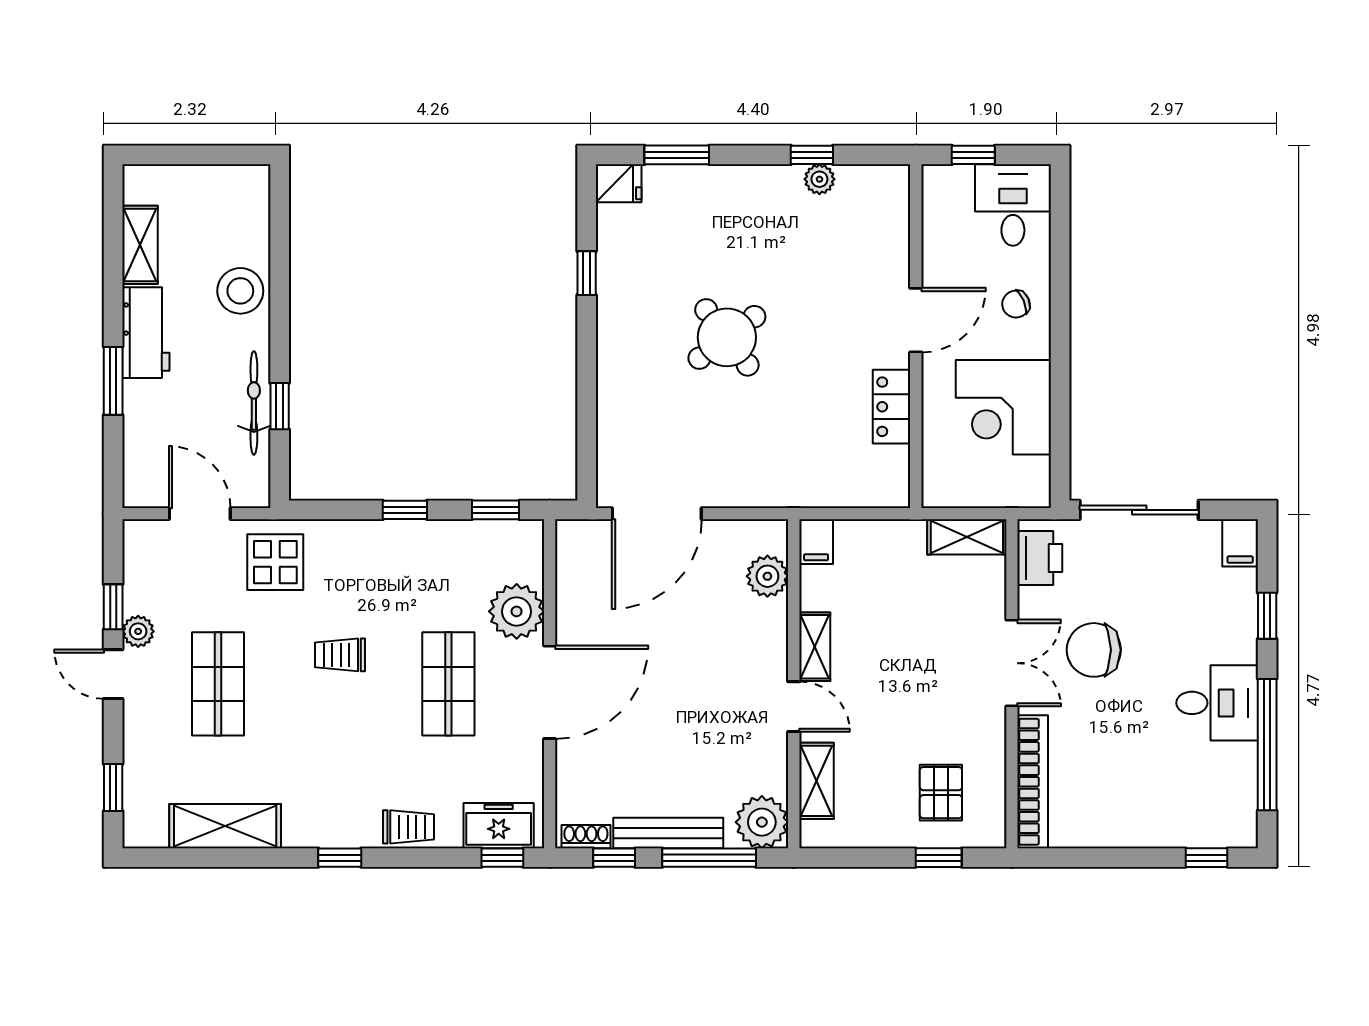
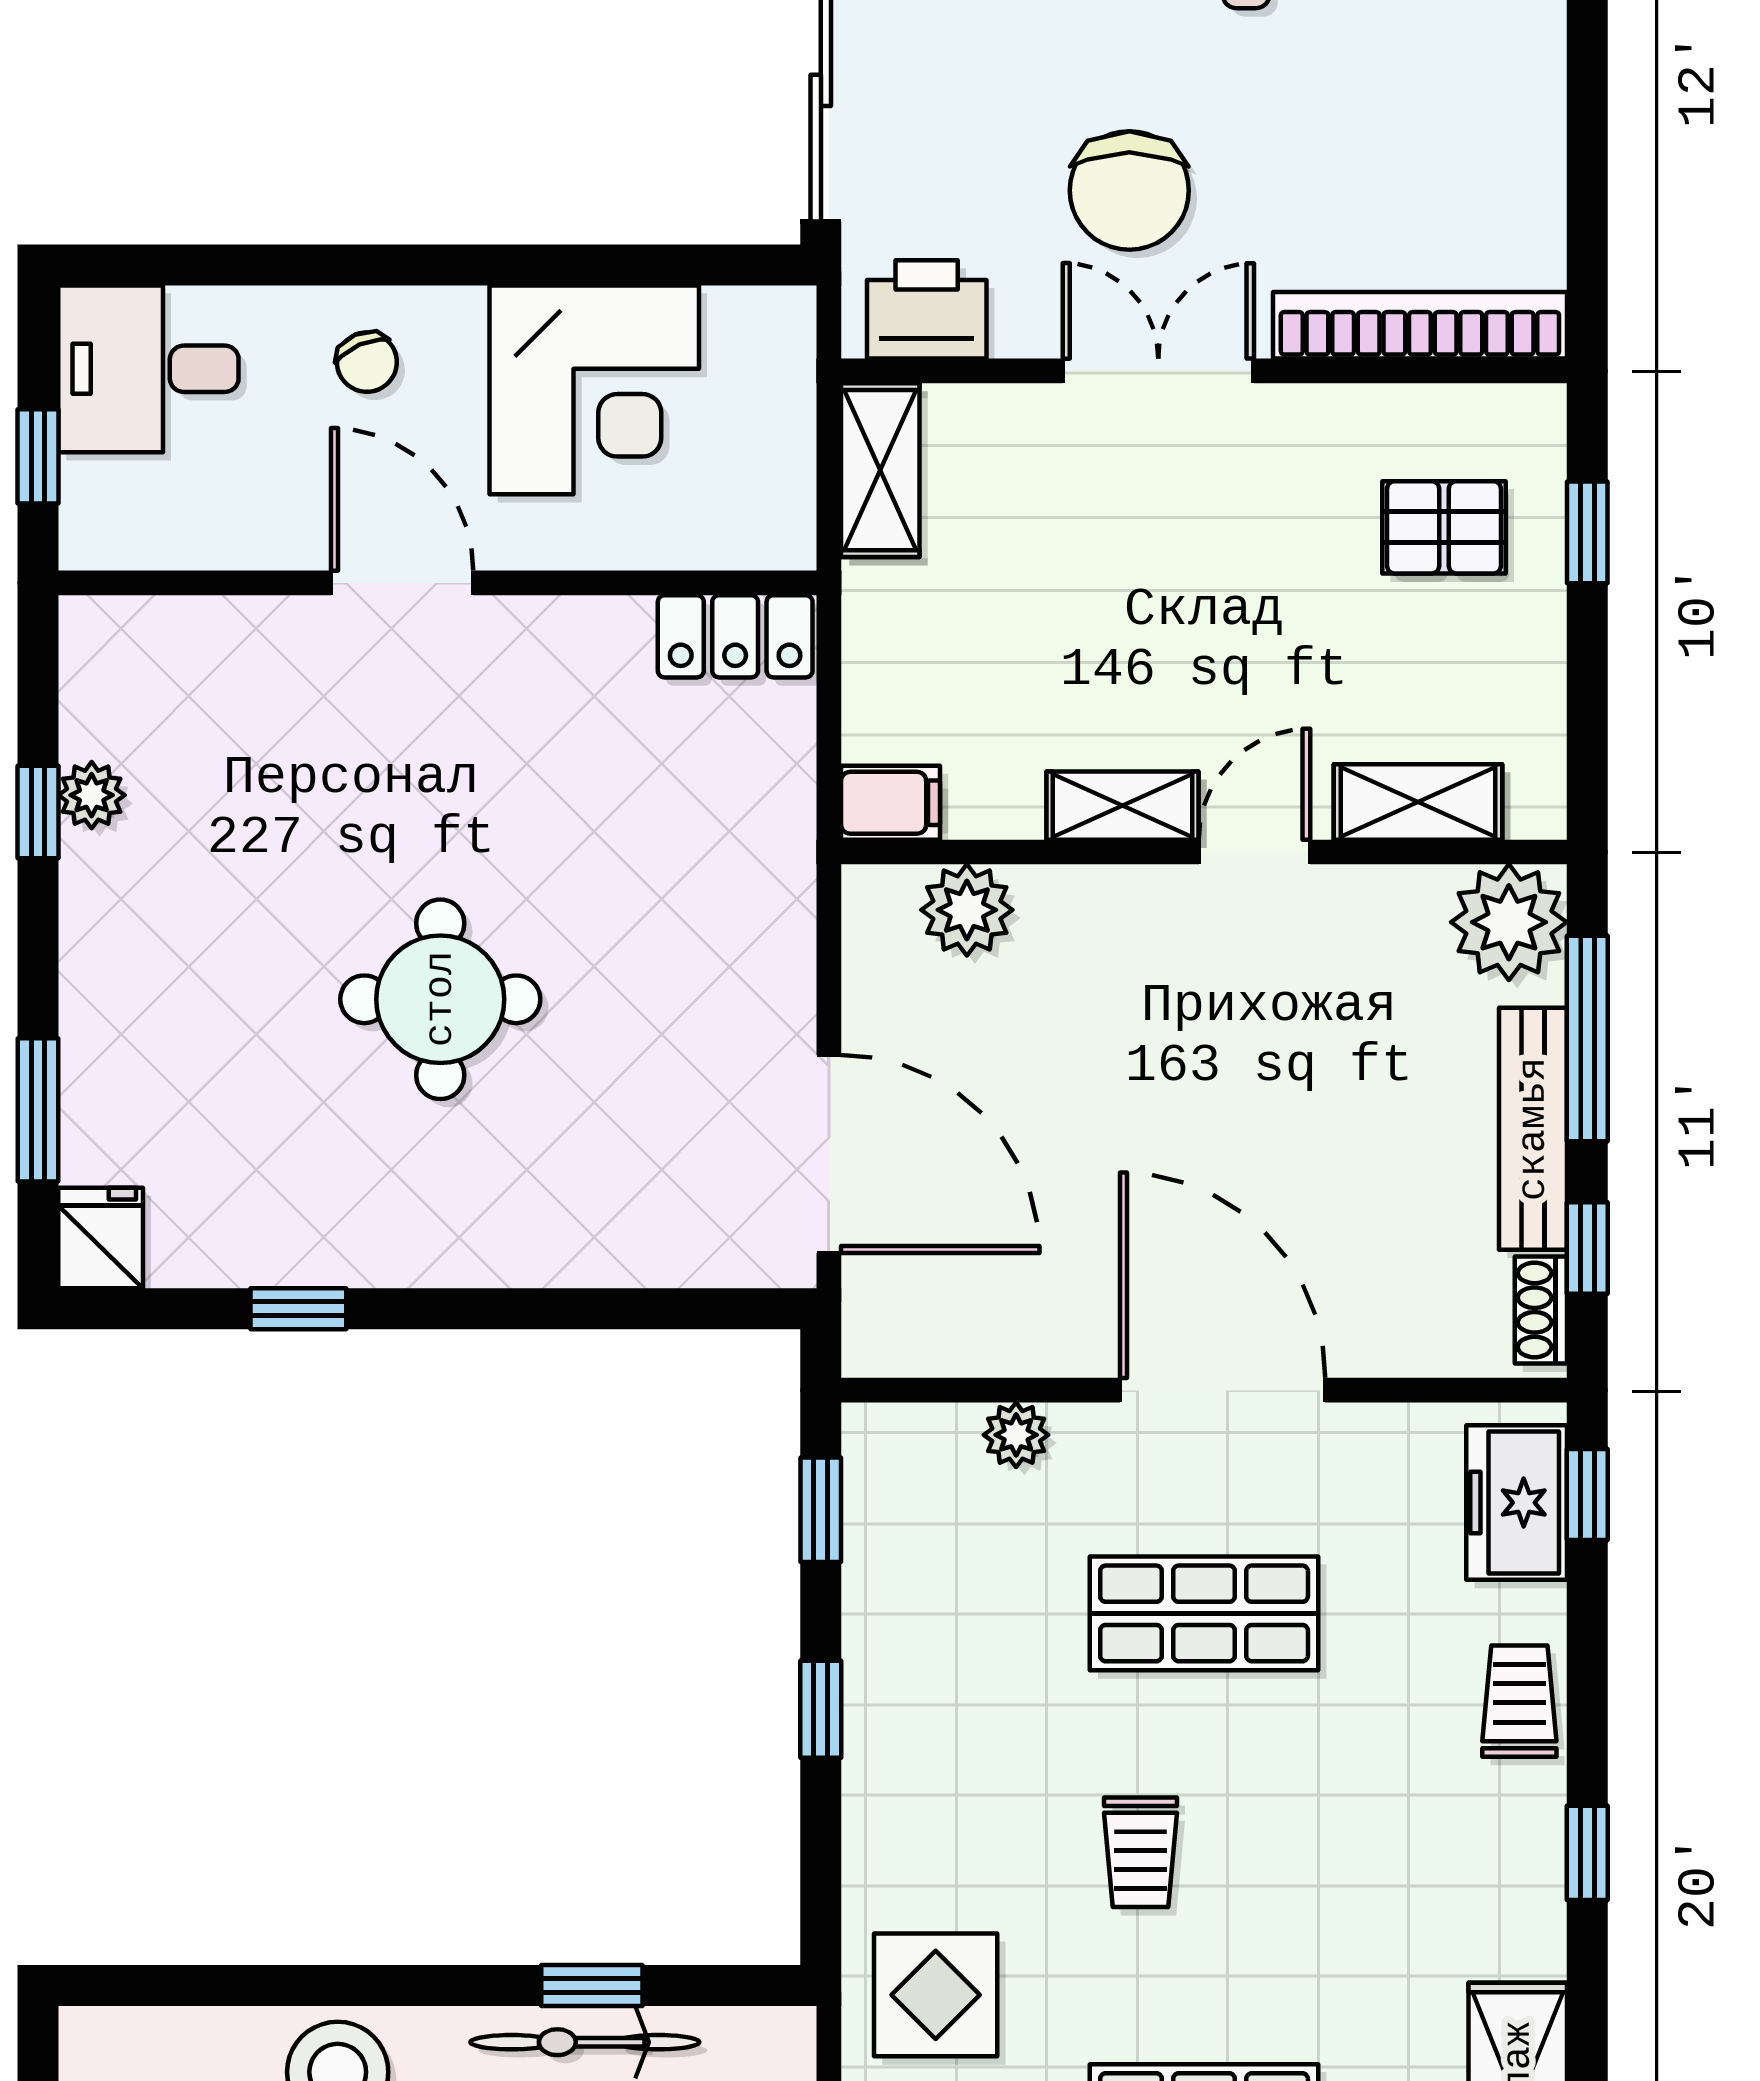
round table: (727, 337) -> (440, 999), turned 37
locker: (892, 407) -> (735, 636), moved
plant: (517, 611) -> (1016, 1435), width x0.53, depth x0.53

